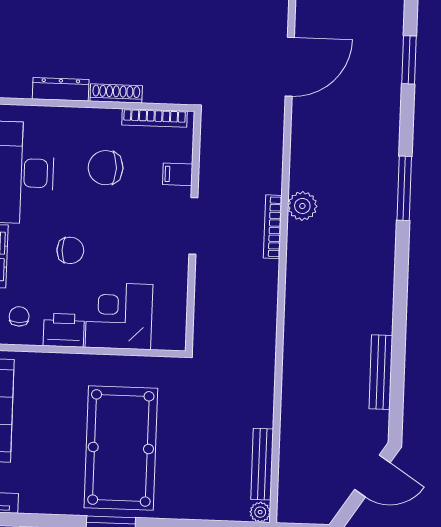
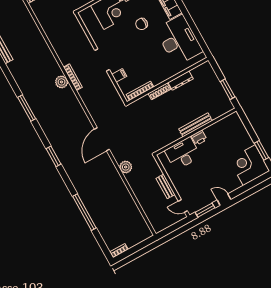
window: (409, 60) -> (53, 156), moved
chair: (106, 168) -> (147, 62), removed
window: (404, 188) -> (27, 108), moved
plant: (302, 206) -> (62, 82), moved

